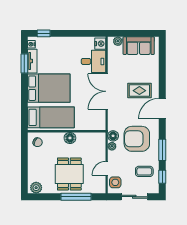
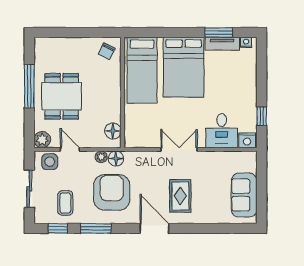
window: (44, 33) -> (262, 116), moved
plant: (118, 41) -> (250, 165), removed
double door: (107, 91) -> (179, 149), width x0.73
floor lamp: (70, 138) -> (113, 131), moved
dining table: (69, 174) -> (62, 96), turned 90
plant: (36, 188) -> (42, 140), moved
window: (76, 197) -> (29, 86), moved

